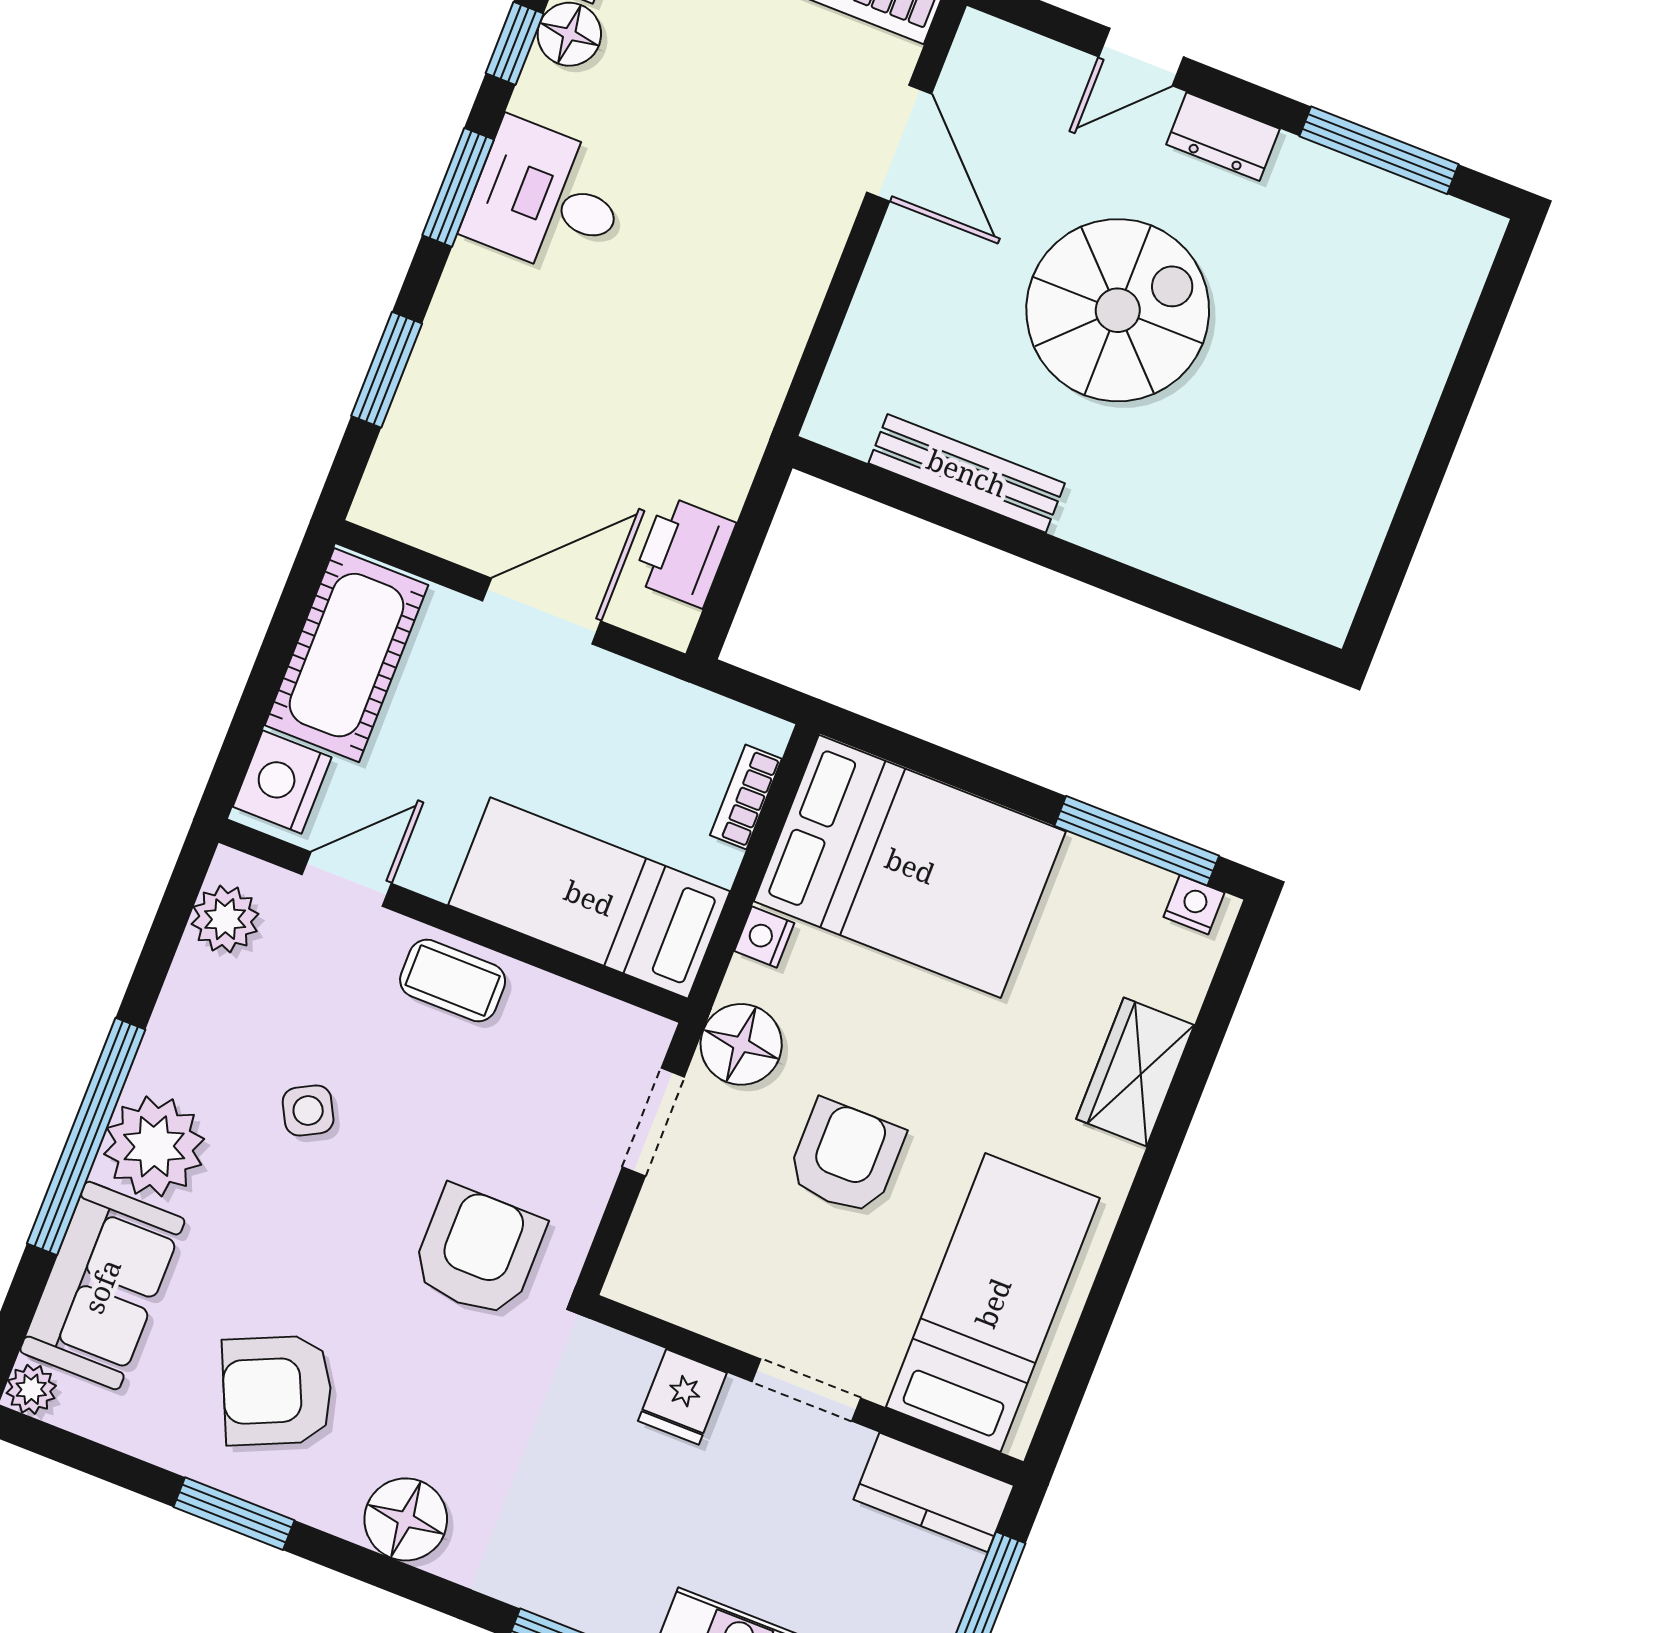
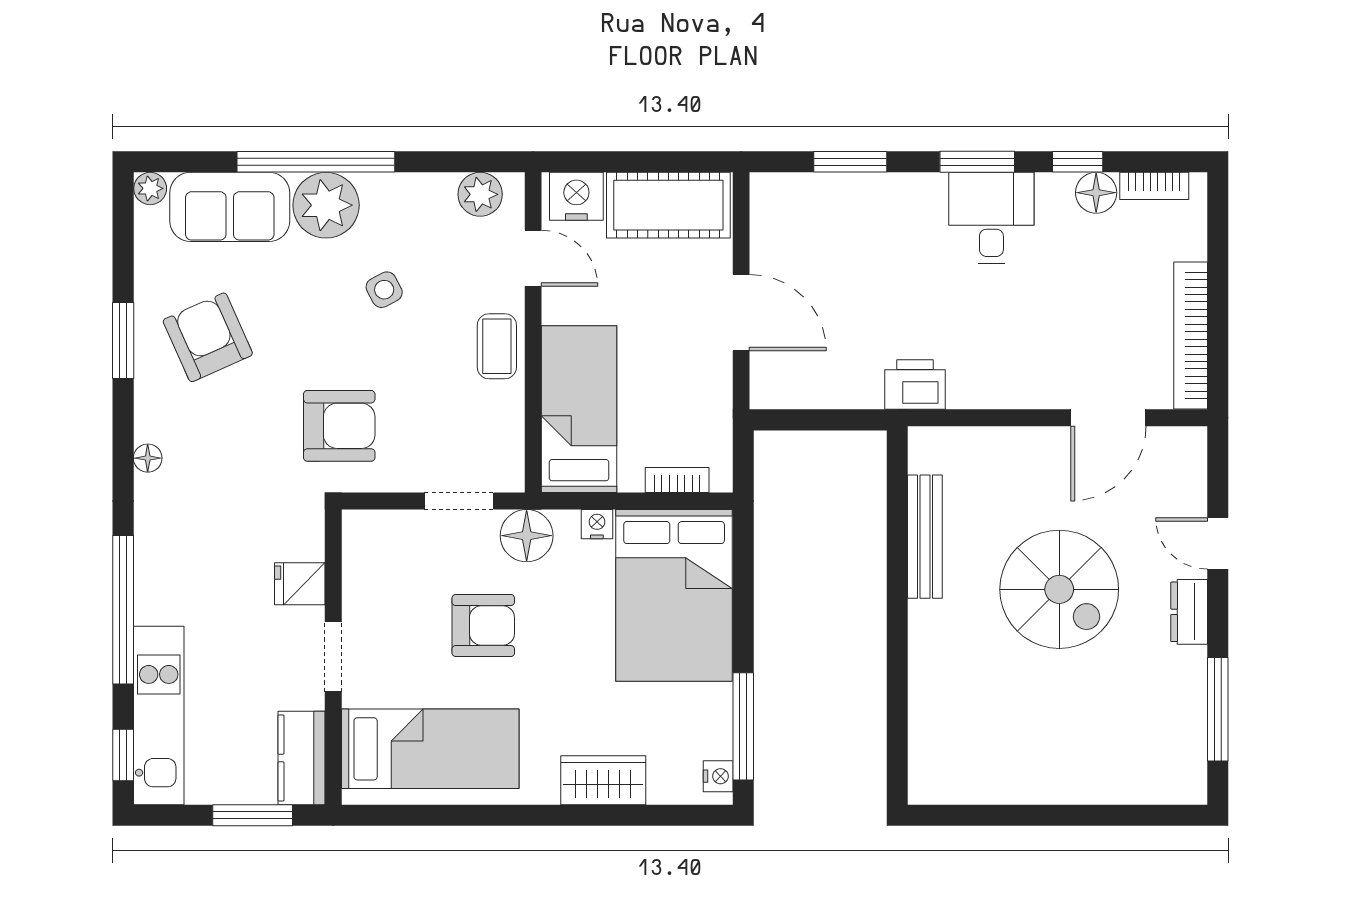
printer: (684, 552) -> (915, 385), moved
floor lamp: (406, 1519) -> (148, 458), width x0.53, depth x0.53

